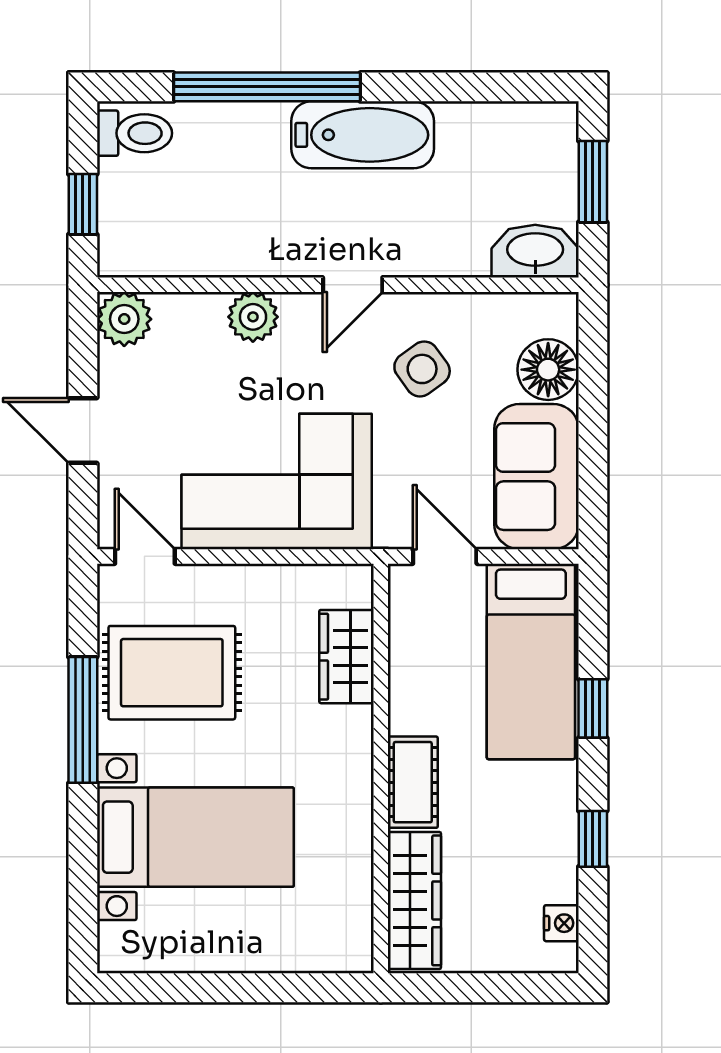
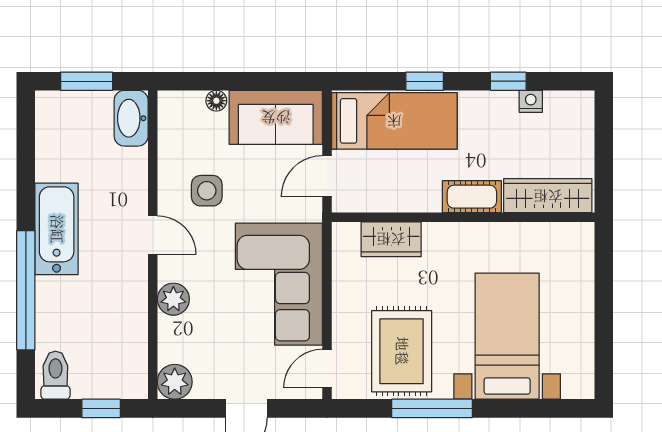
side table: (422, 369) -> (207, 191), turned 36
floor lamp: (548, 370) -> (216, 101), width x0.53, depth x0.53
nightstand: (561, 923) -> (531, 101), moved

